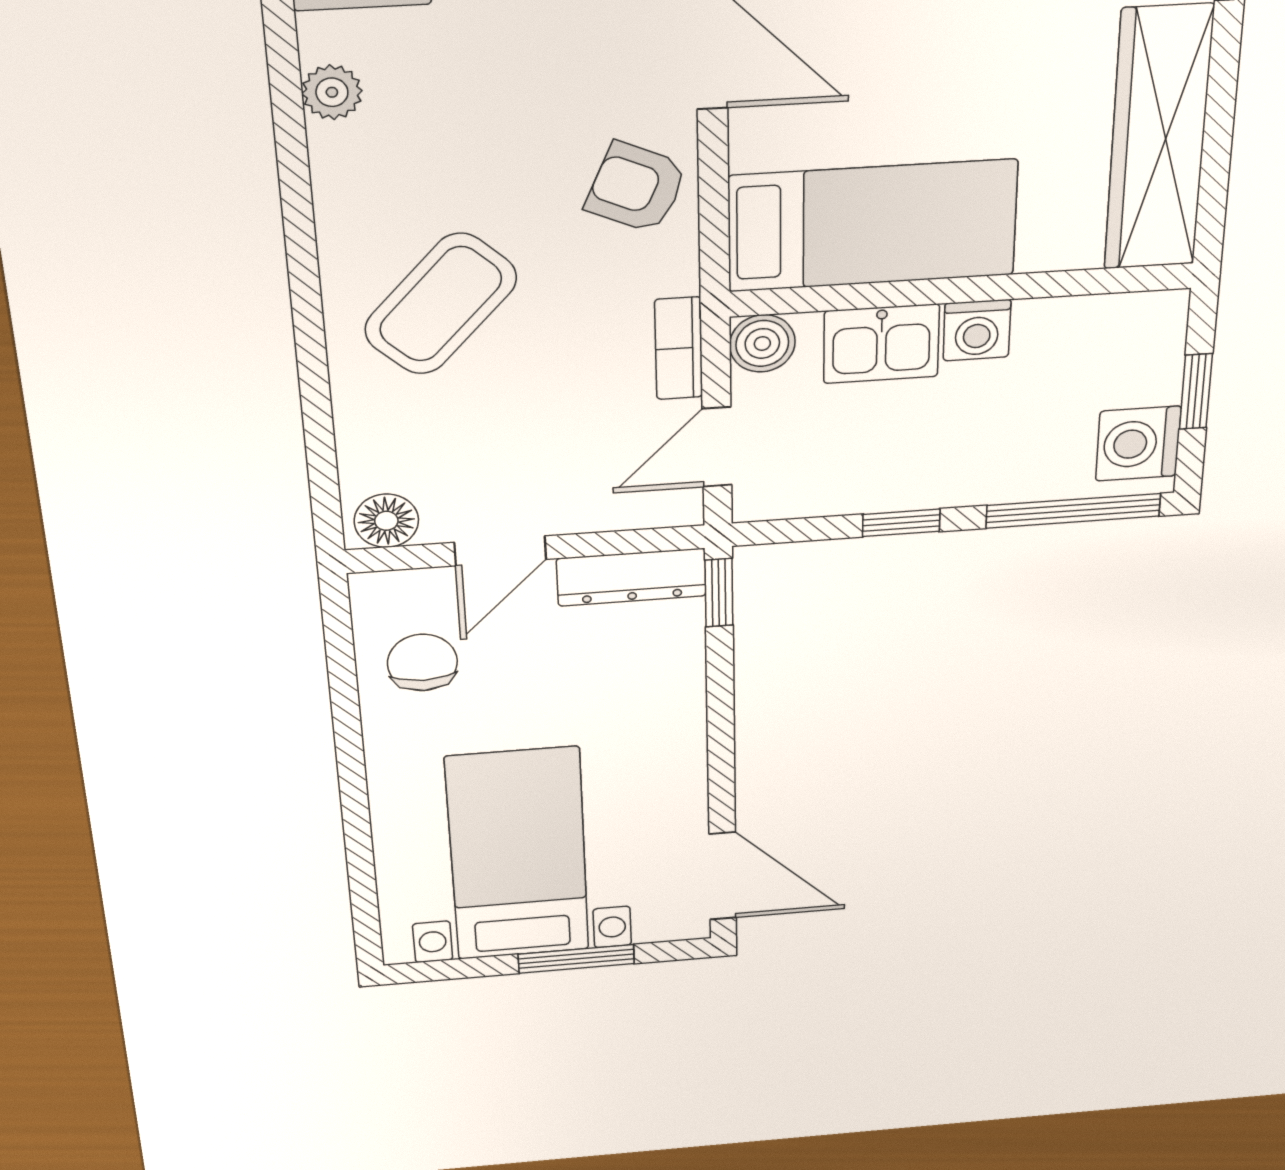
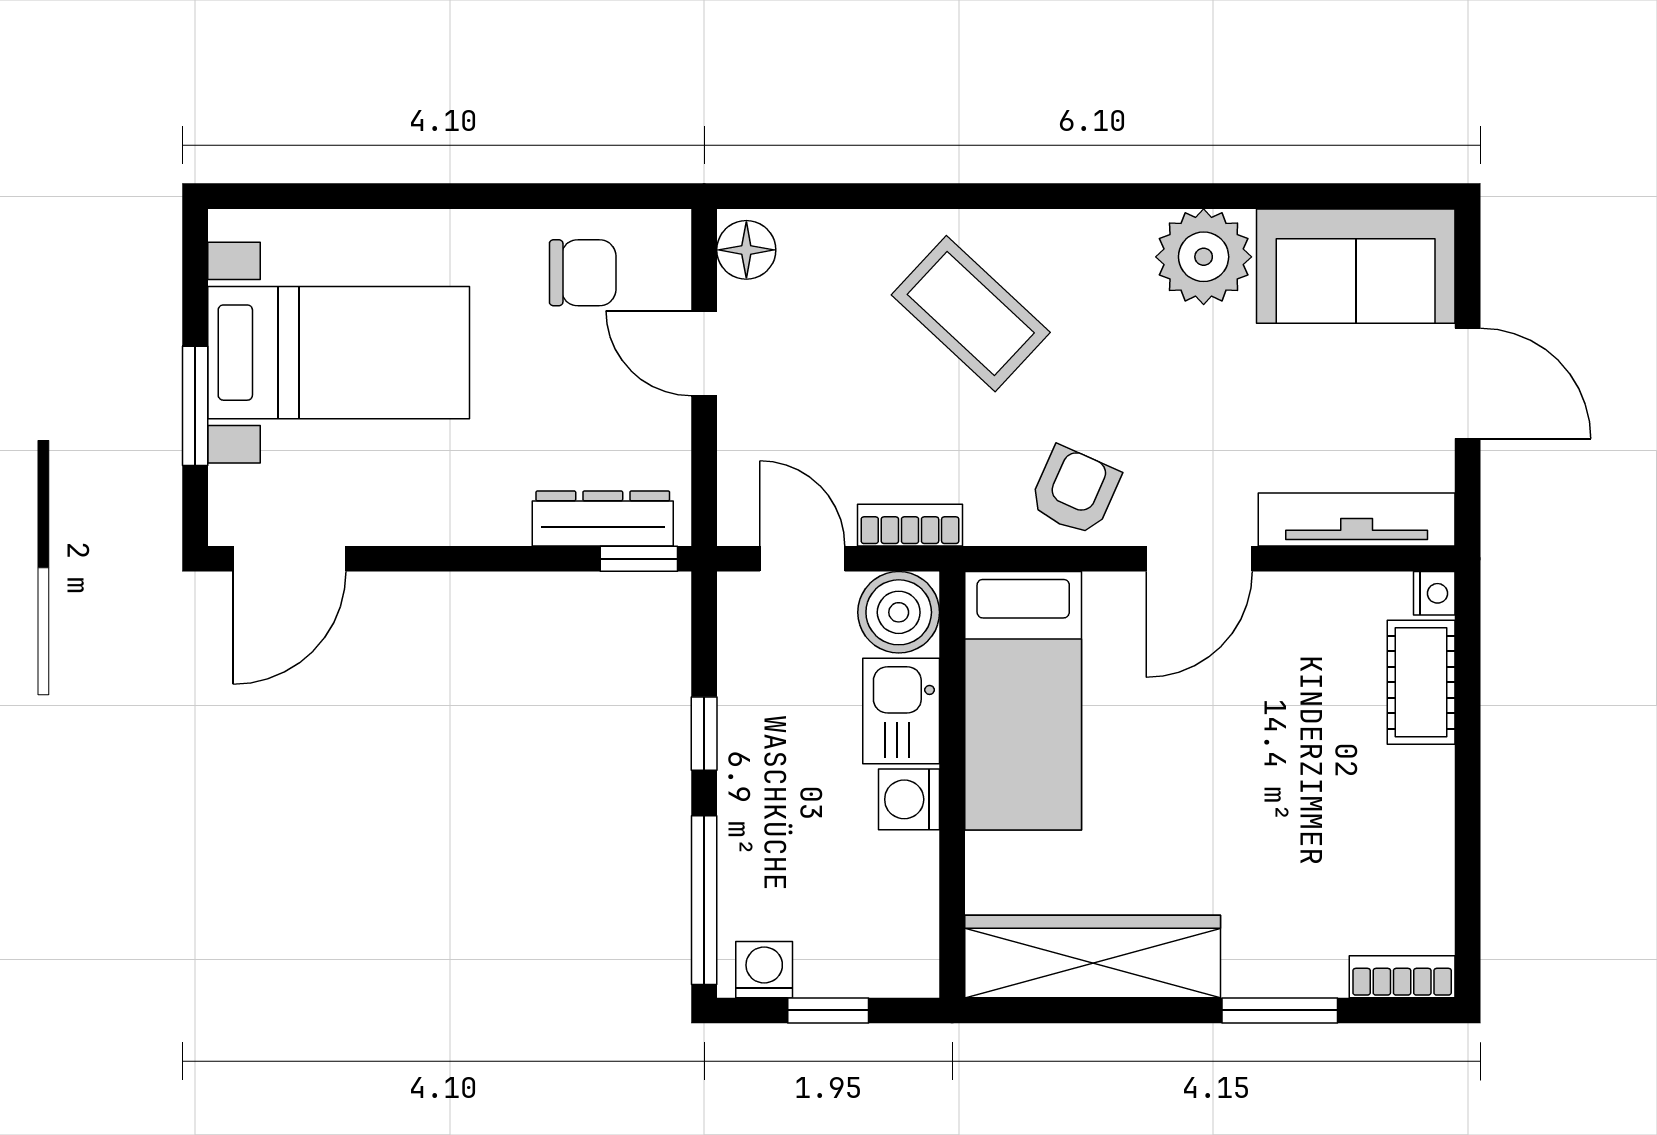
plant: (332, 92) -> (1204, 257), width x1.88, depth x1.88
boiler: (762, 343) -> (899, 612), width x1.36, depth x1.36
washing machine: (1138, 444) -> (764, 970), width x0.73, depth x0.73
dresser: (632, 577) -> (603, 518), moved, turned 90

